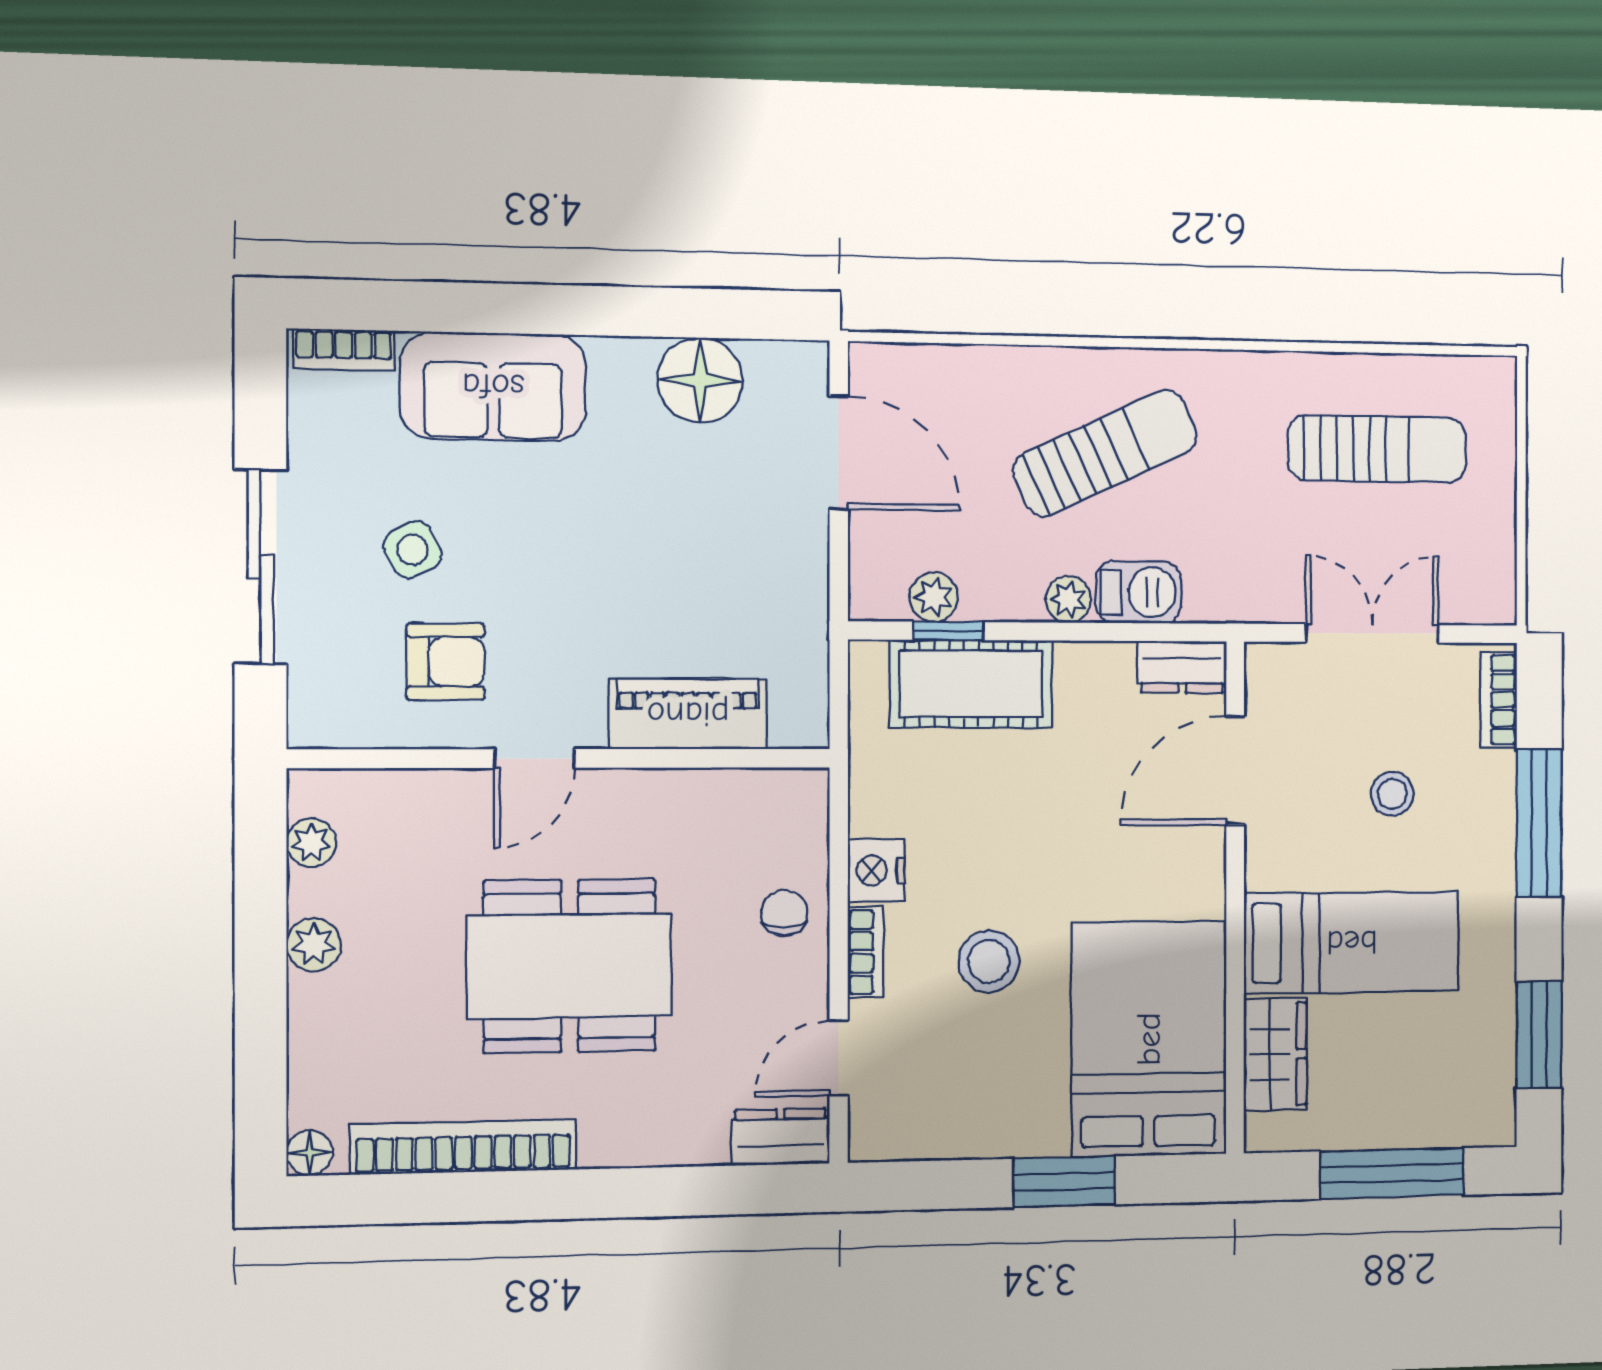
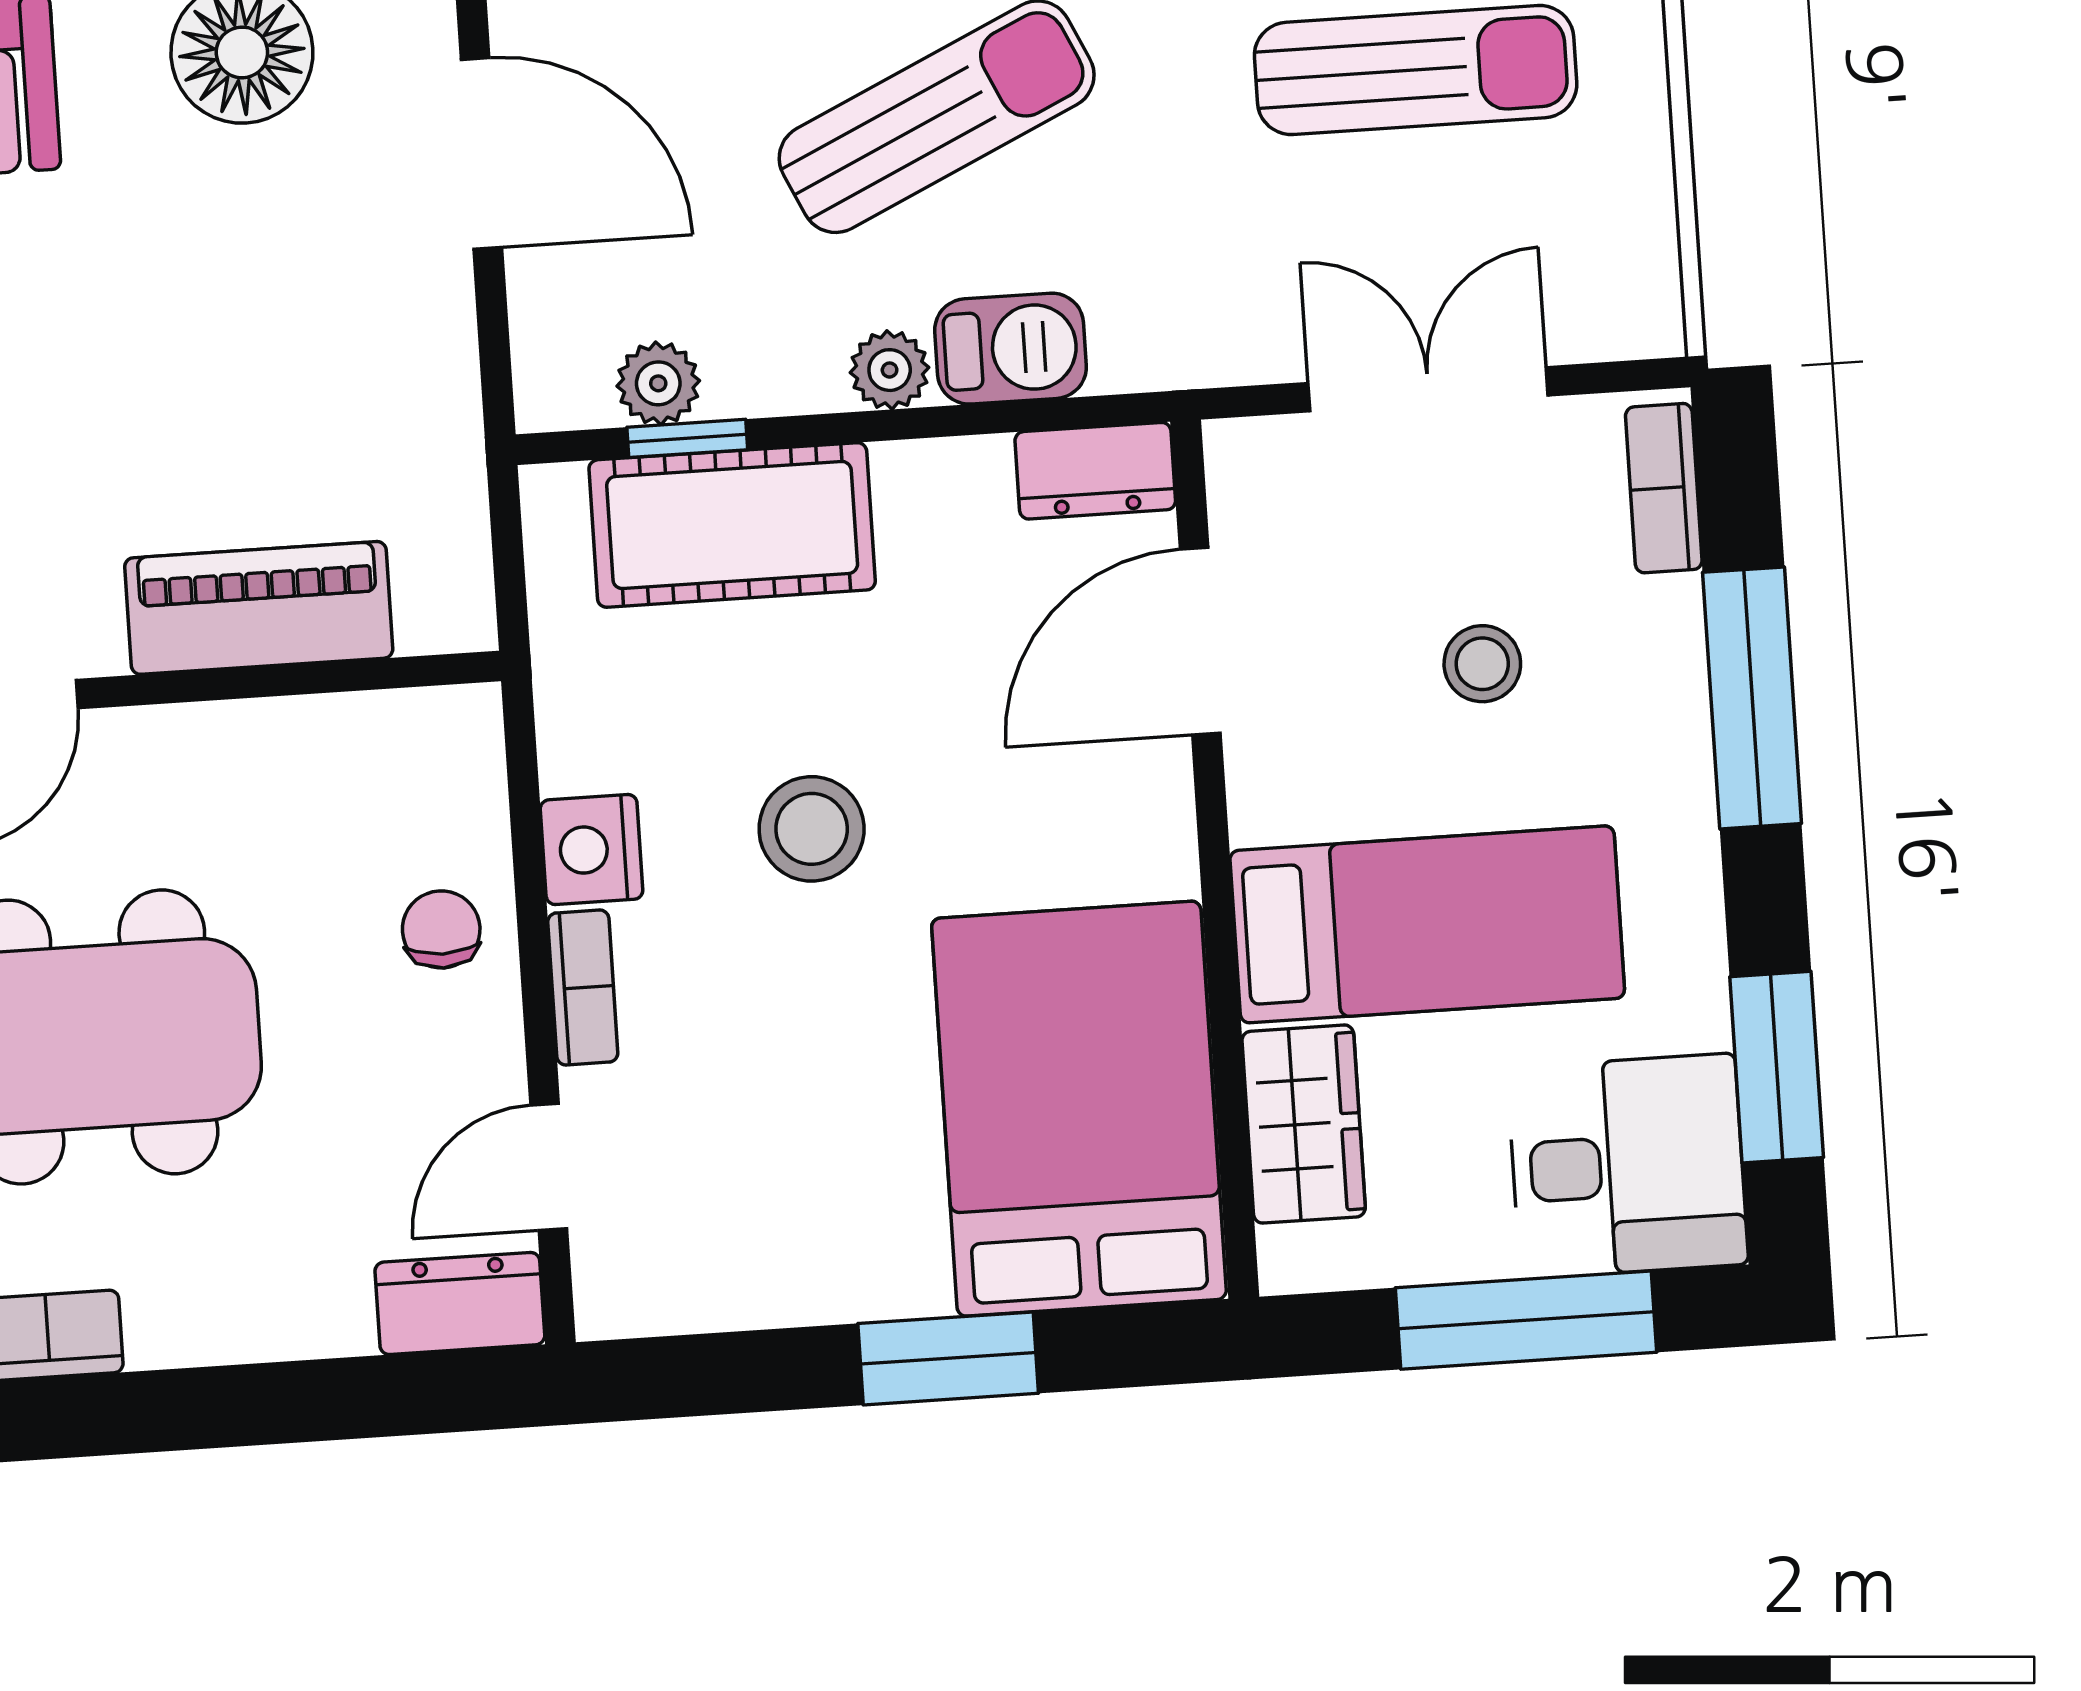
stool: (989, 961) -> (812, 829), moved
desk: (1454, 1087) -> (1627, 1166), added

